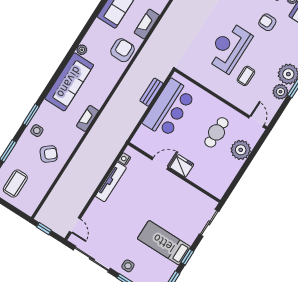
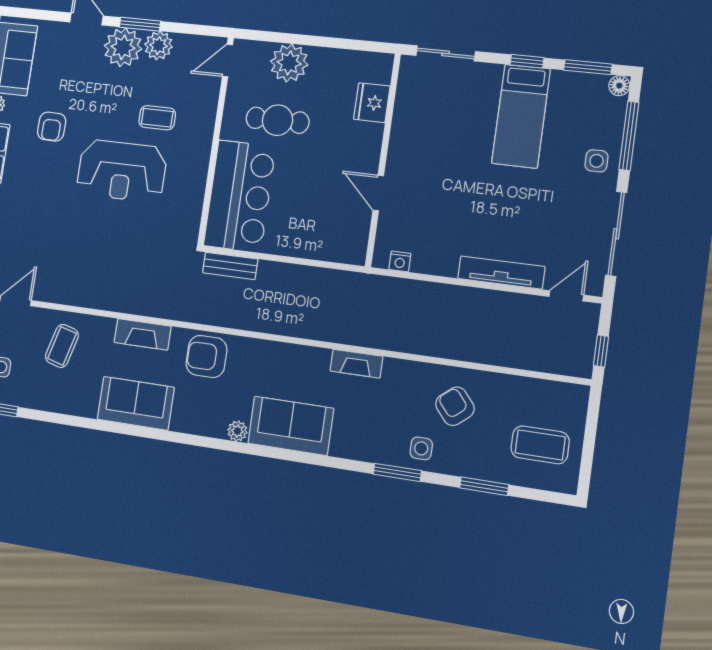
sofa: (69, 82) -> (291, 426), width x0.73
bench: (151, 92) -> (230, 266), moved
bar counter: (169, 108) -> (240, 196), moved, turned 90
fridge: (182, 166) -> (372, 103), moved
tv unit: (111, 182) -> (501, 273), moved

